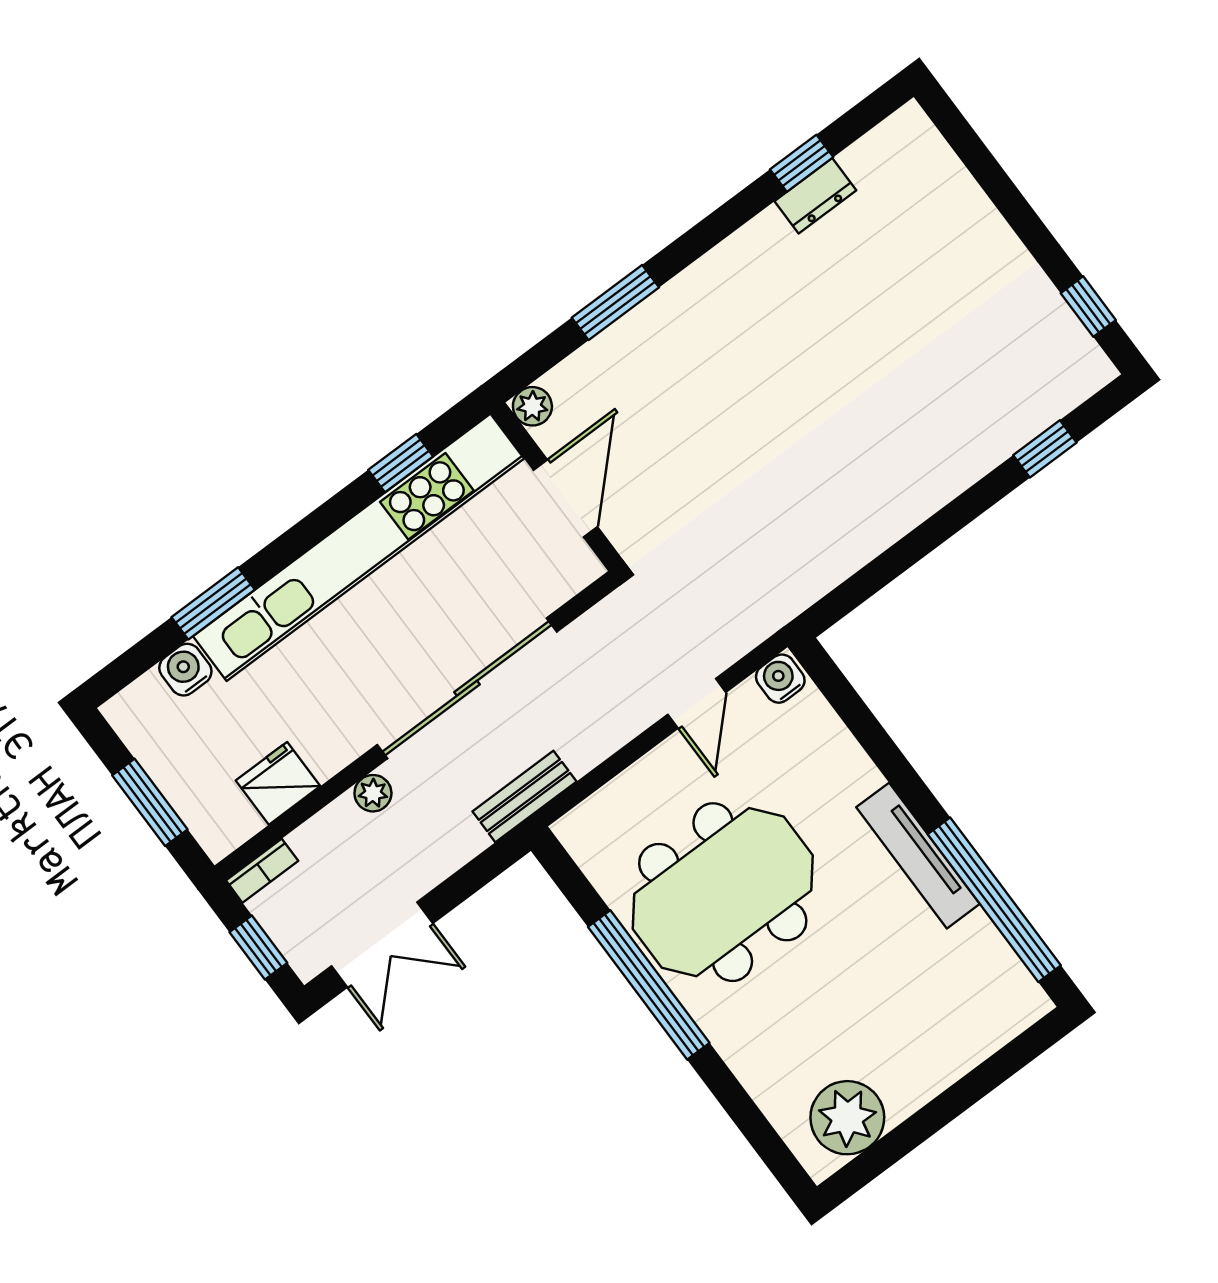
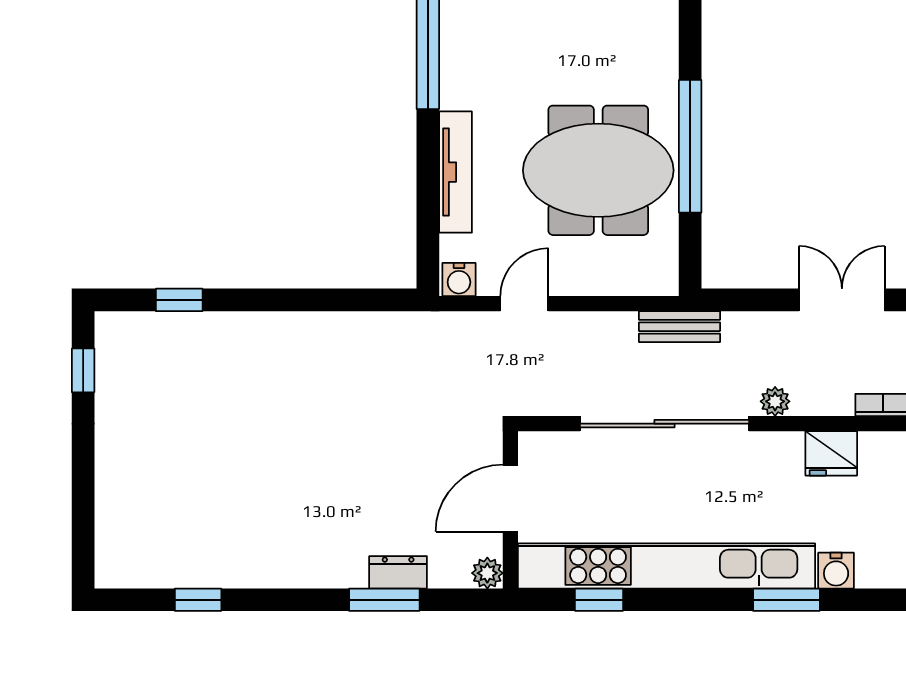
dresser: (815, 196) -> (398, 572), moved
tv unit: (918, 856) -> (456, 172), moved

